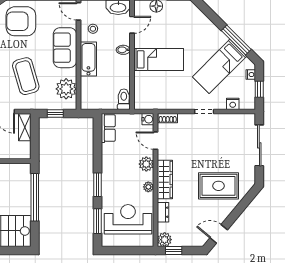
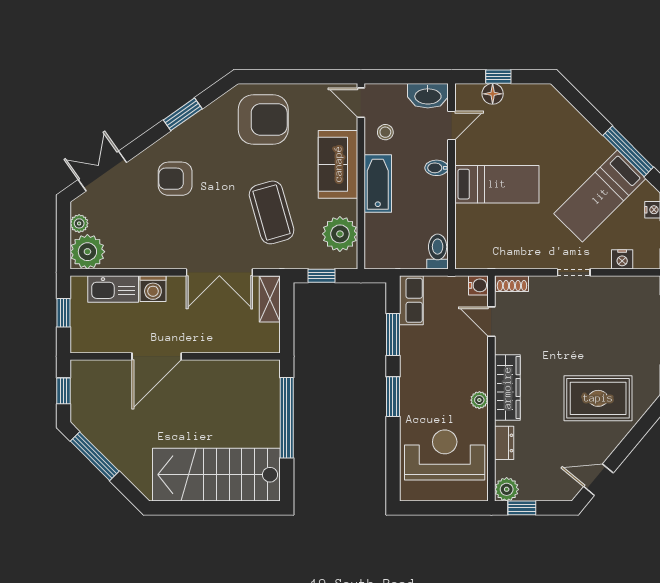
armchair: (21, 21) -> (263, 120), turned 180
plant: (146, 164) -> (476, 361), removed
window: (97, 221) -> (393, 334), moved

